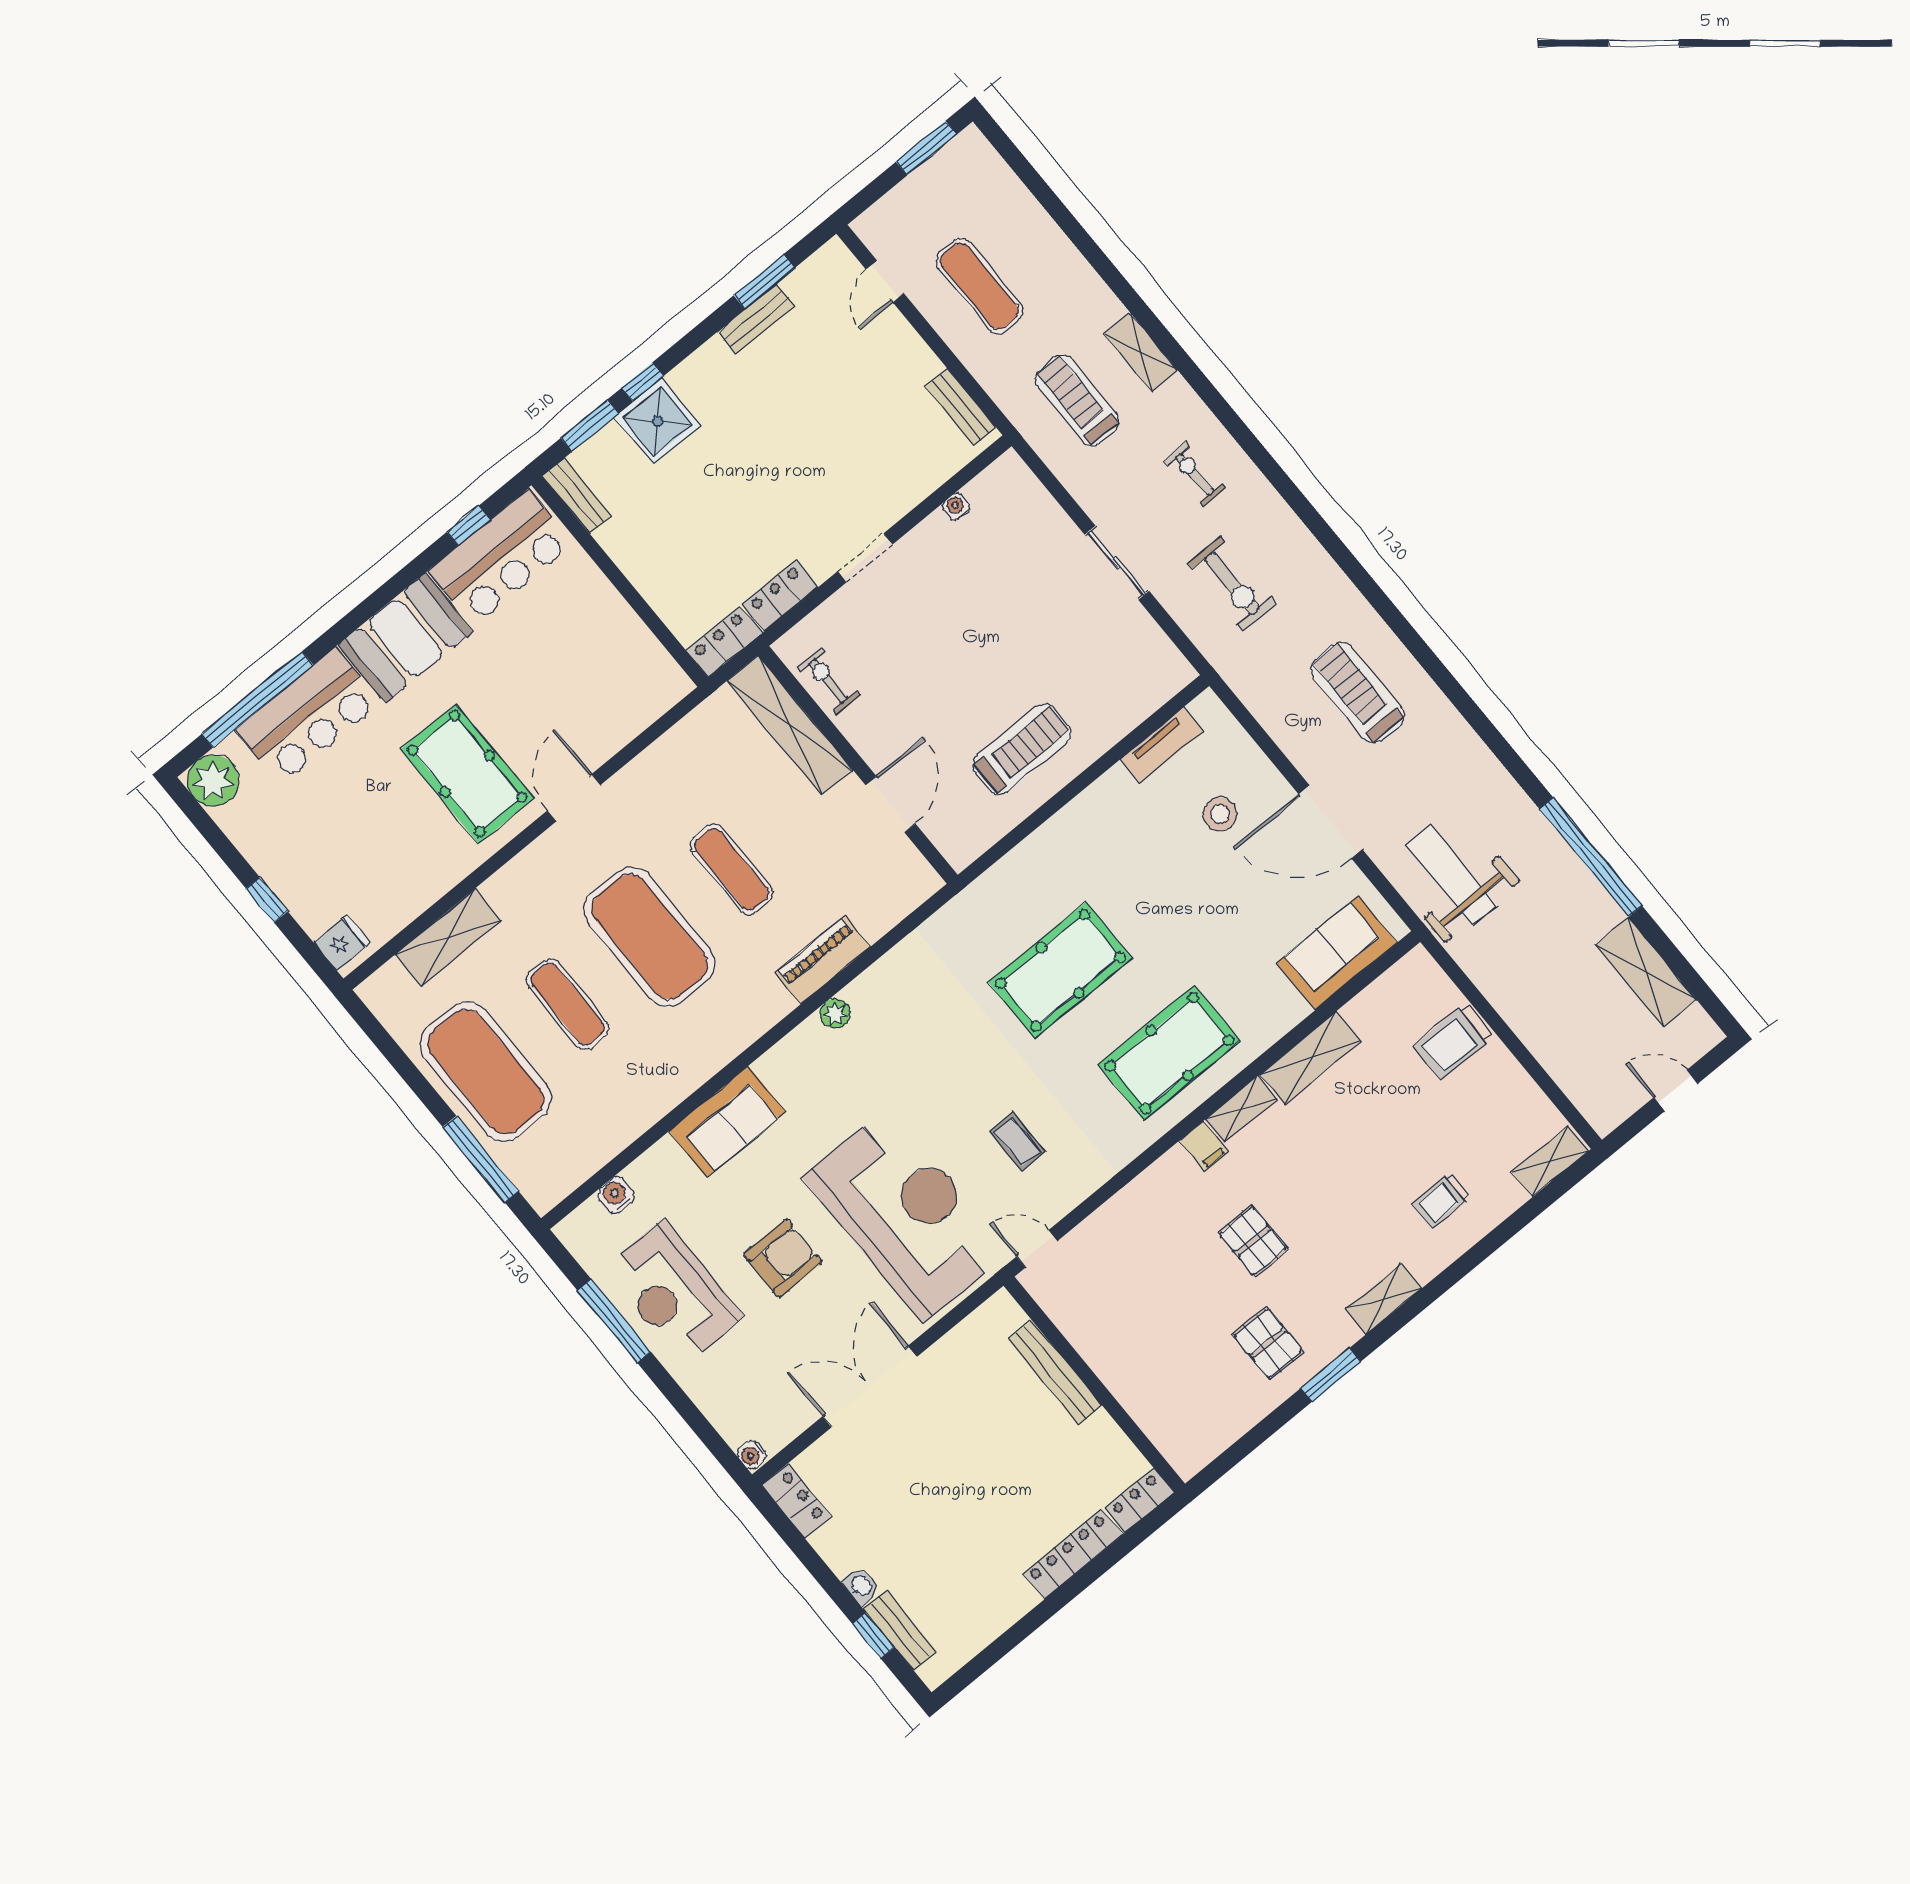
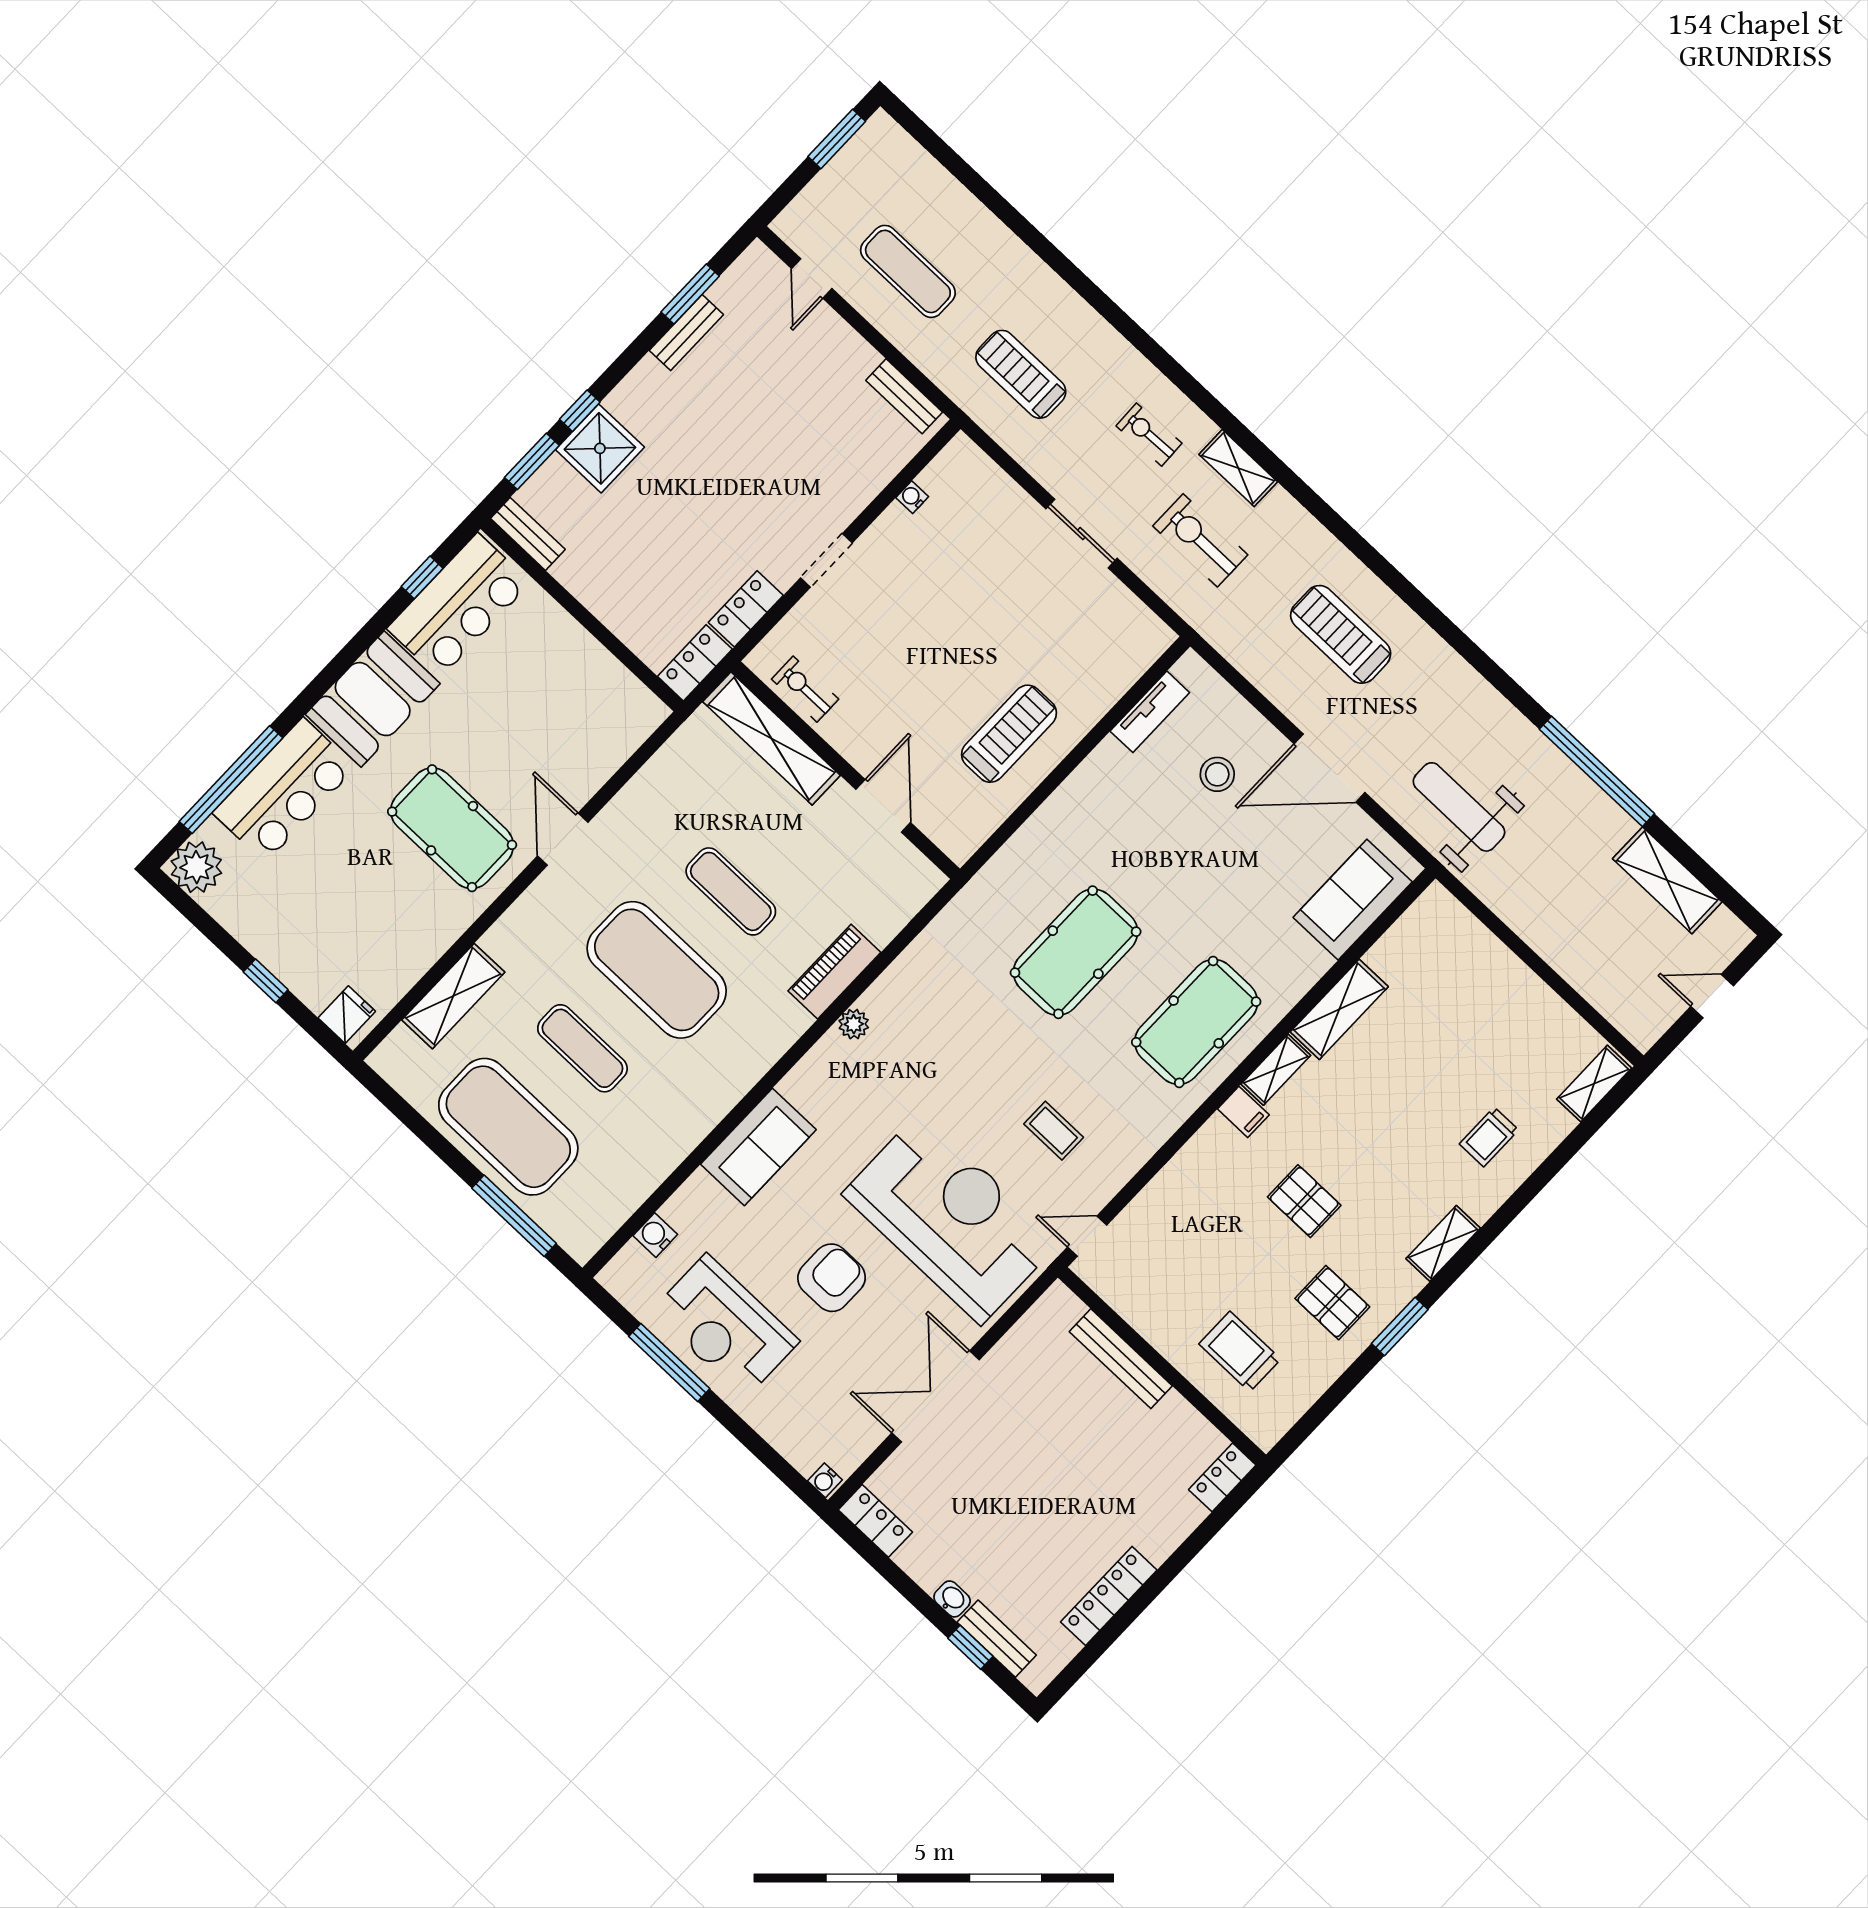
shelving: (1141, 352) -> (1238, 468), moved
exercise bike: (1232, 584) -> (1200, 540), turned 180
trolley: (1453, 1041) -> (1240, 1352), moved, turned 90
locker: (1073, 1554) -> (1109, 1596), moved

